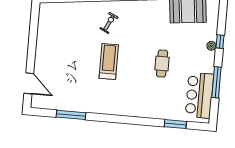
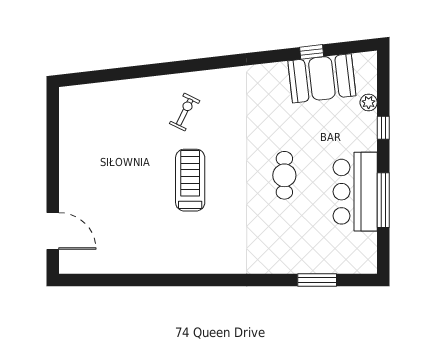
plant: (211, 46) -> (369, 102), moved
bar counter: (199, 95) -> (355, 192), moved
window: (71, 115) -> (132, 280), removed

